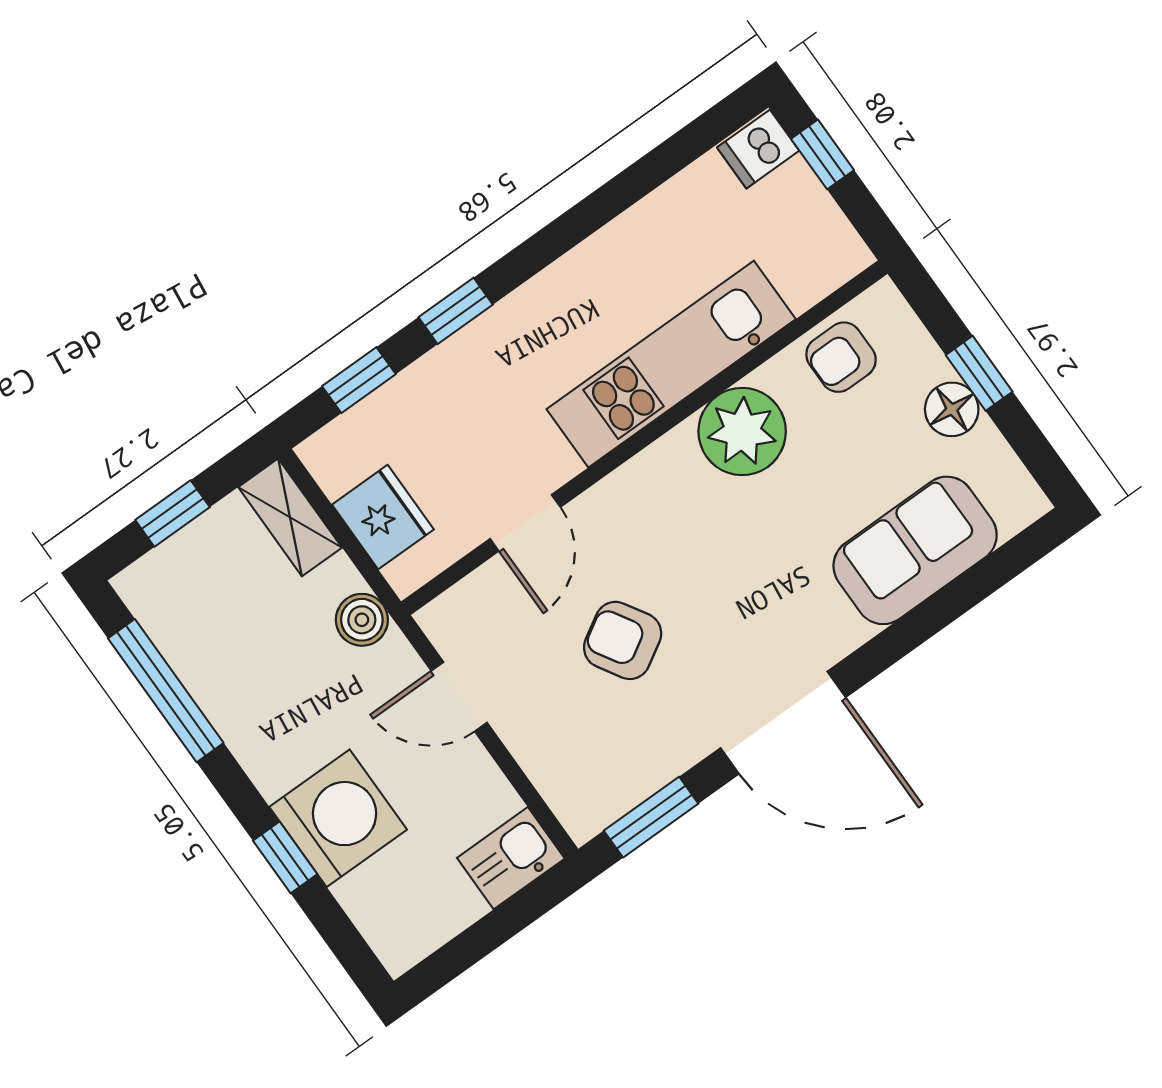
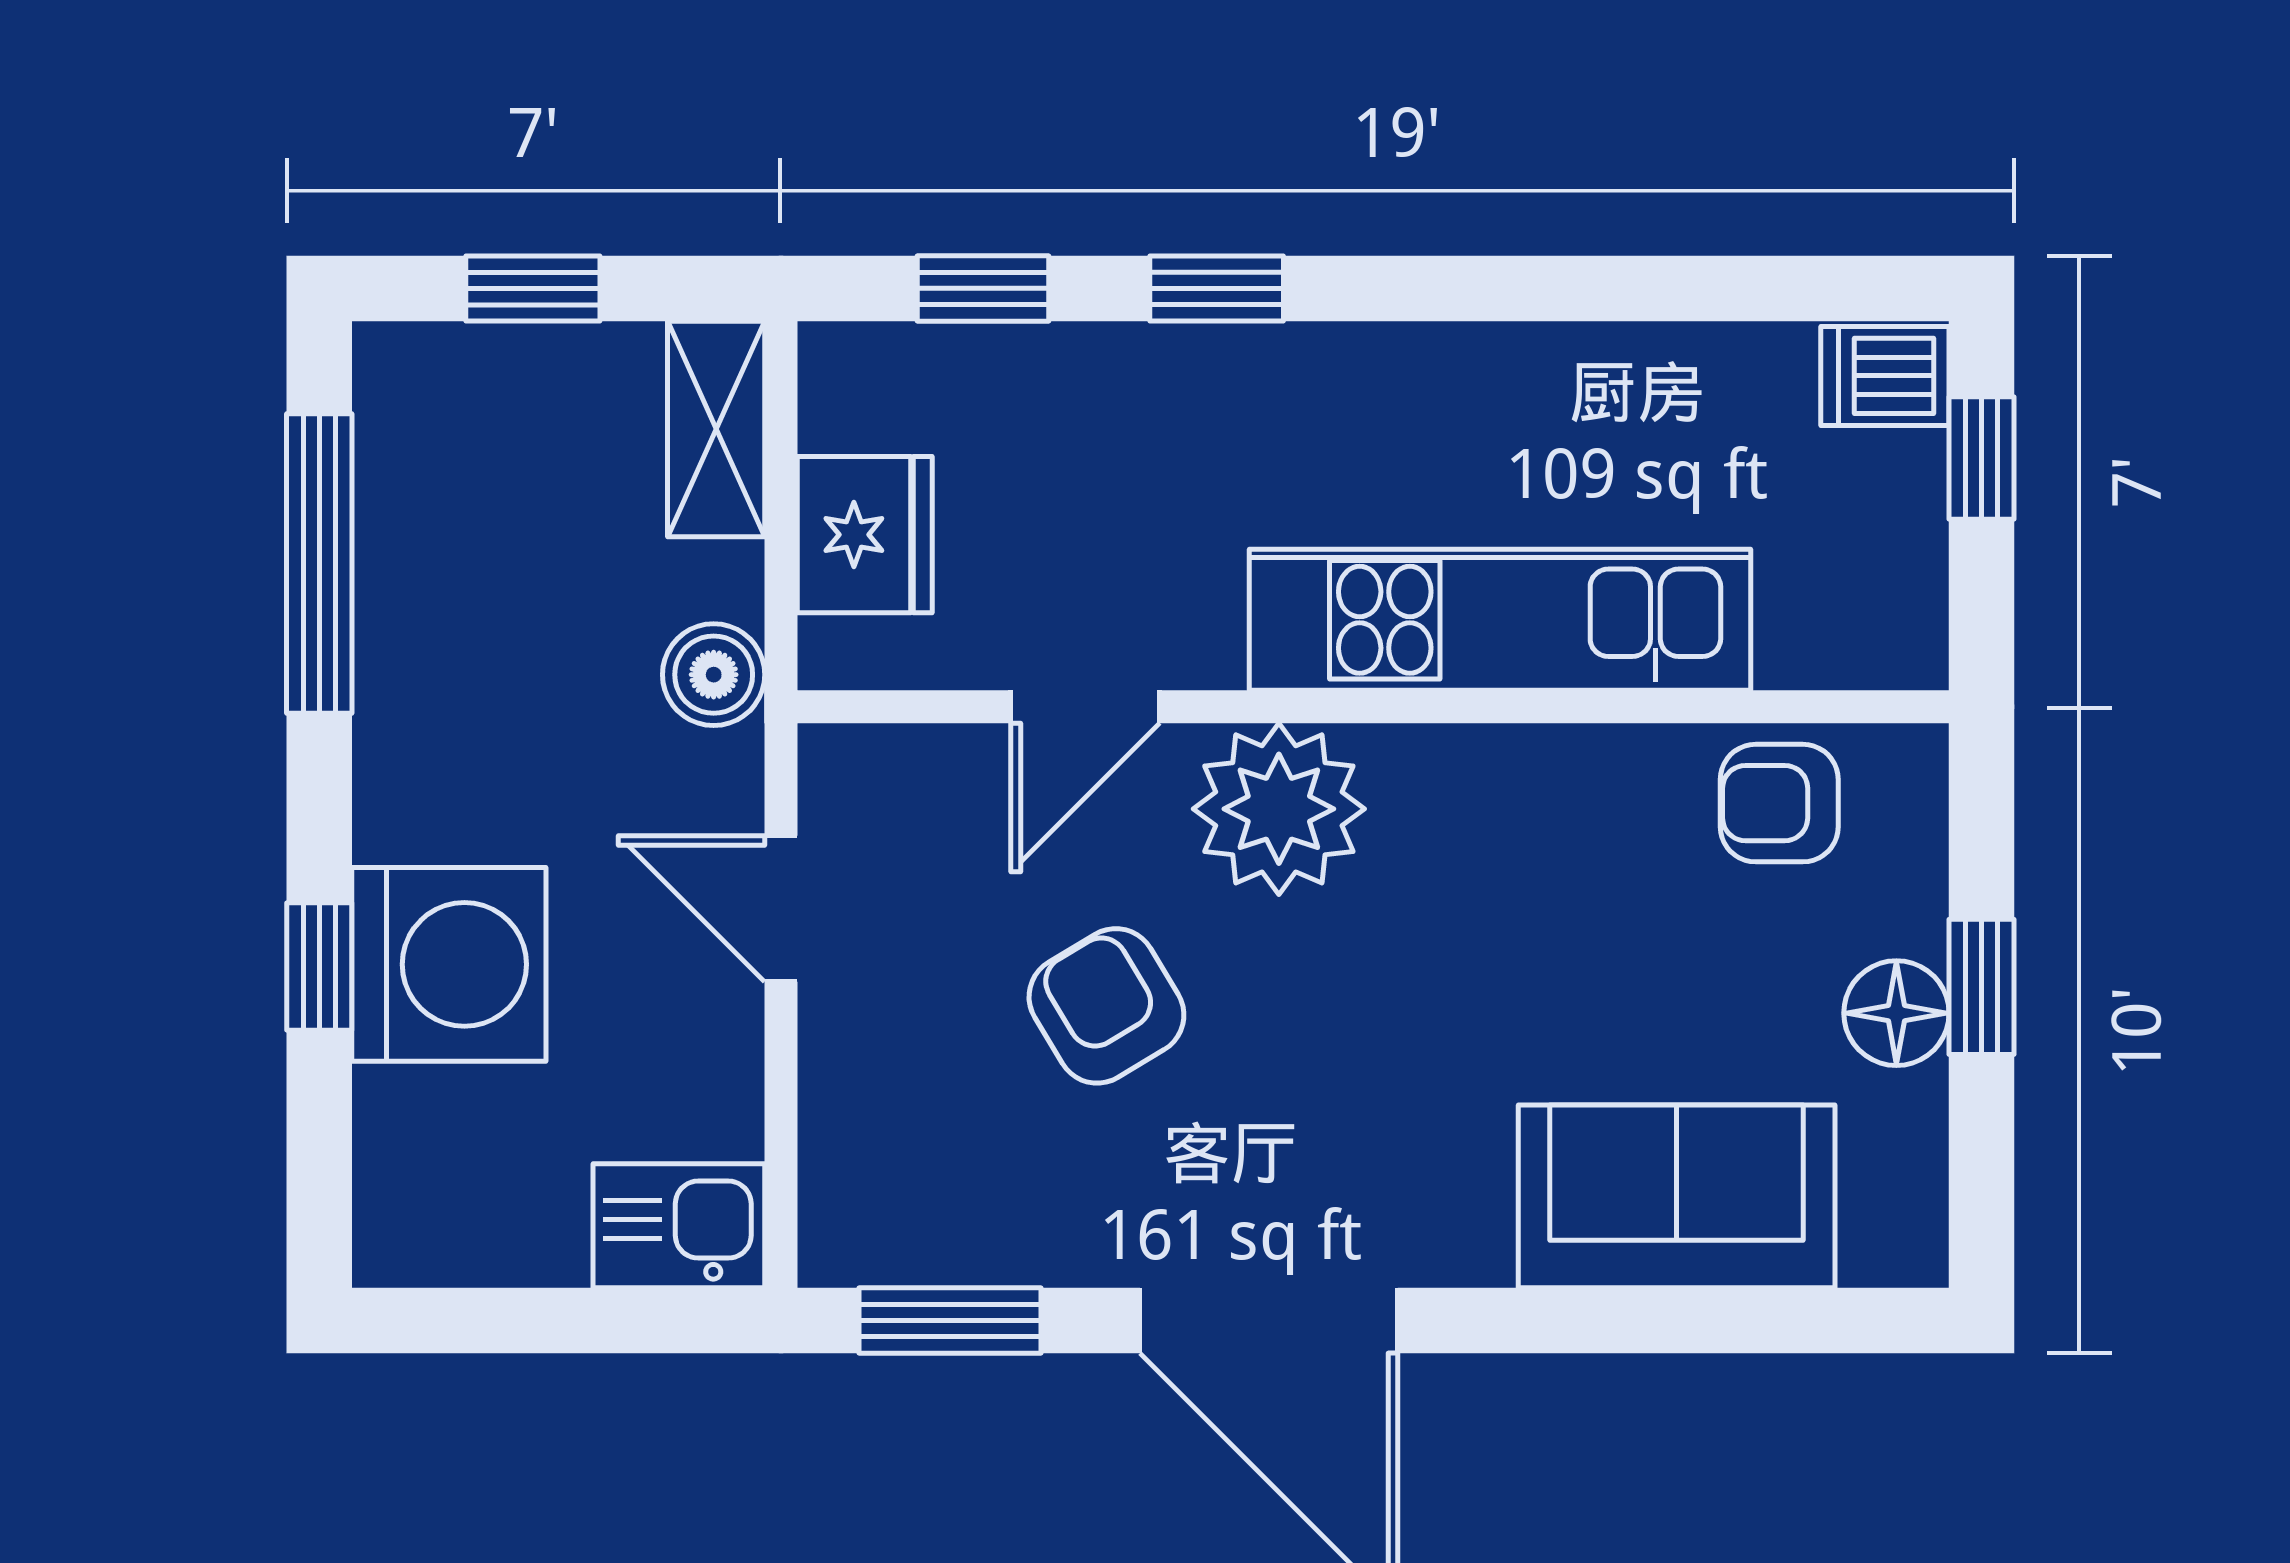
plant: (742, 432) -> (1279, 809), moved

